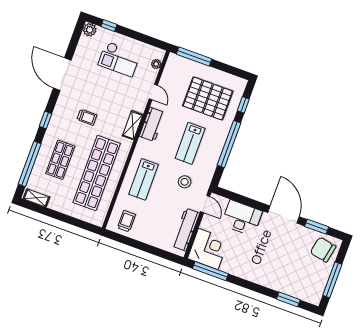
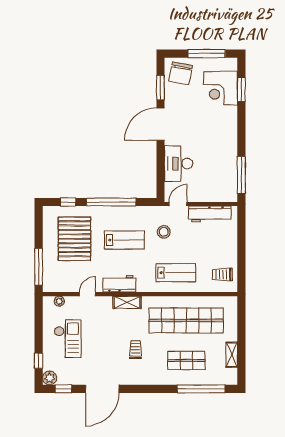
window: (46, 120) -> (63, 389), moved
shelving: (36, 198) -> (232, 355), moved
corner desk: (208, 249) -> (221, 88), moved, turned -90

